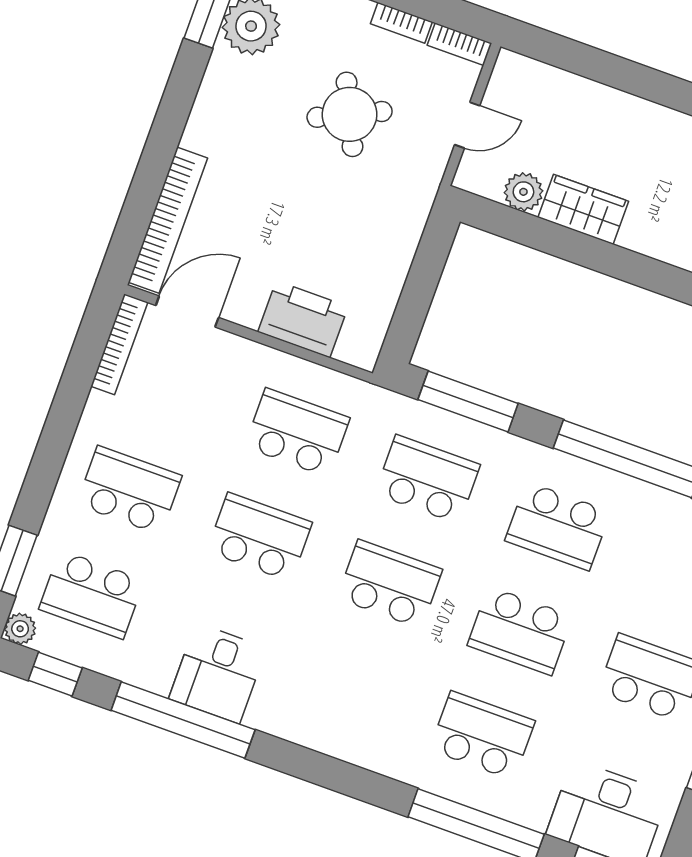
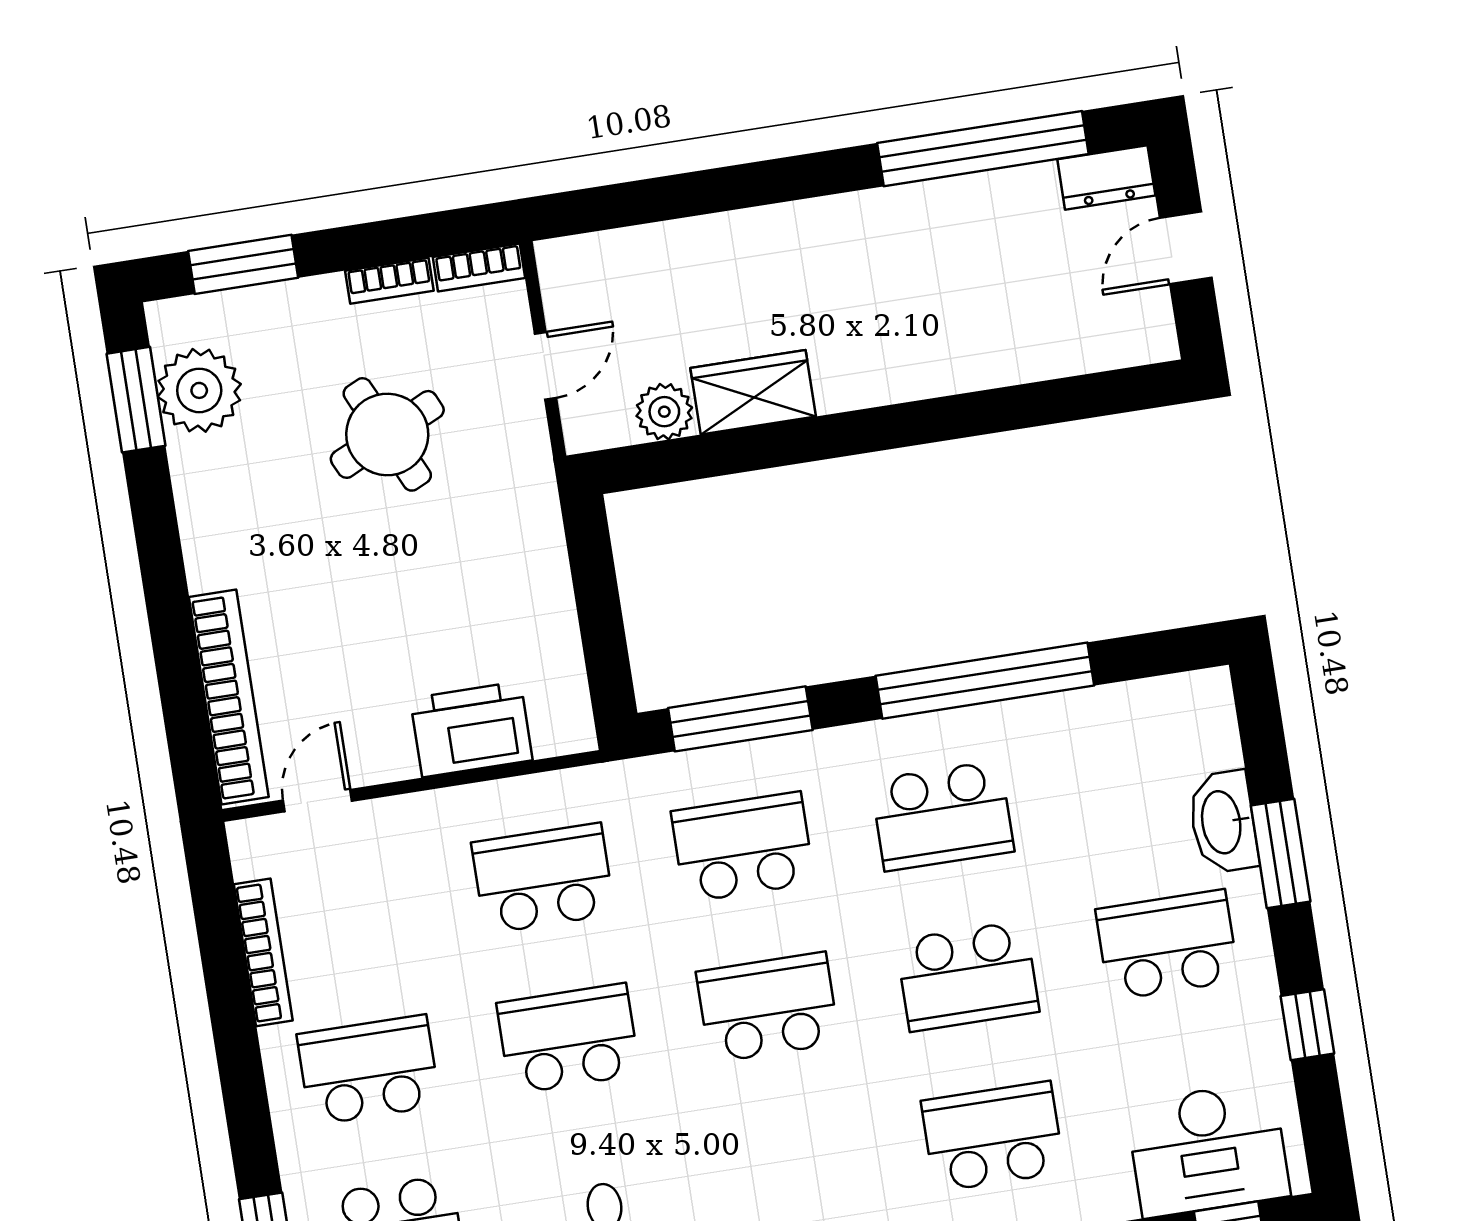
door: (187, 311) -> (318, 801), width x0.73
bookcase: (119, 344) -> (263, 952), moved

